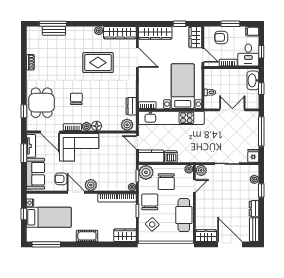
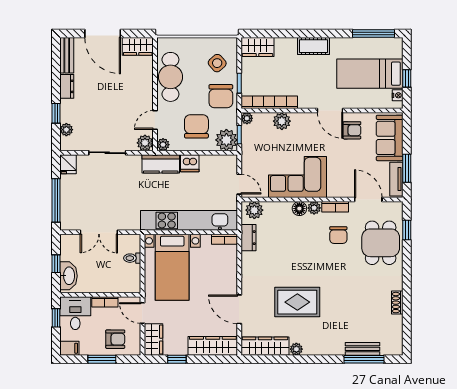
chair: (76, 99) -> (338, 235), moved
corner sofa: (79, 147) -> (298, 177), moved
kitchen counter: (151, 156) -> (161, 164), moved
plant: (91, 185) -> (282, 121), moved

